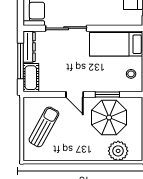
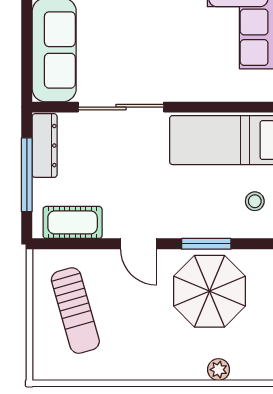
cot: (31, 78) -> (73, 222), moved, turned 90
sun lounger: (44, 127) -> (75, 311), turned 135
plant: (118, 151) -> (219, 370), width x0.53, depth x0.53

